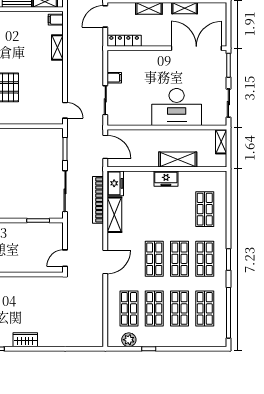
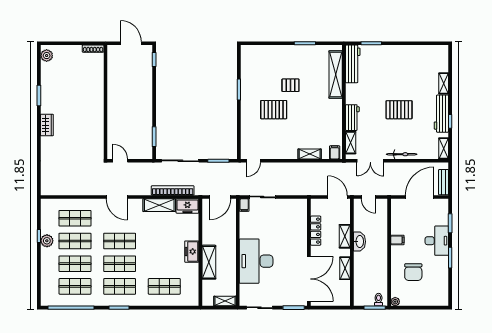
locker: (124, 41) -> (316, 231), moved
filing cabinet: (114, 78) -> (244, 205), moved
plant: (129, 340) -> (47, 241), moved

